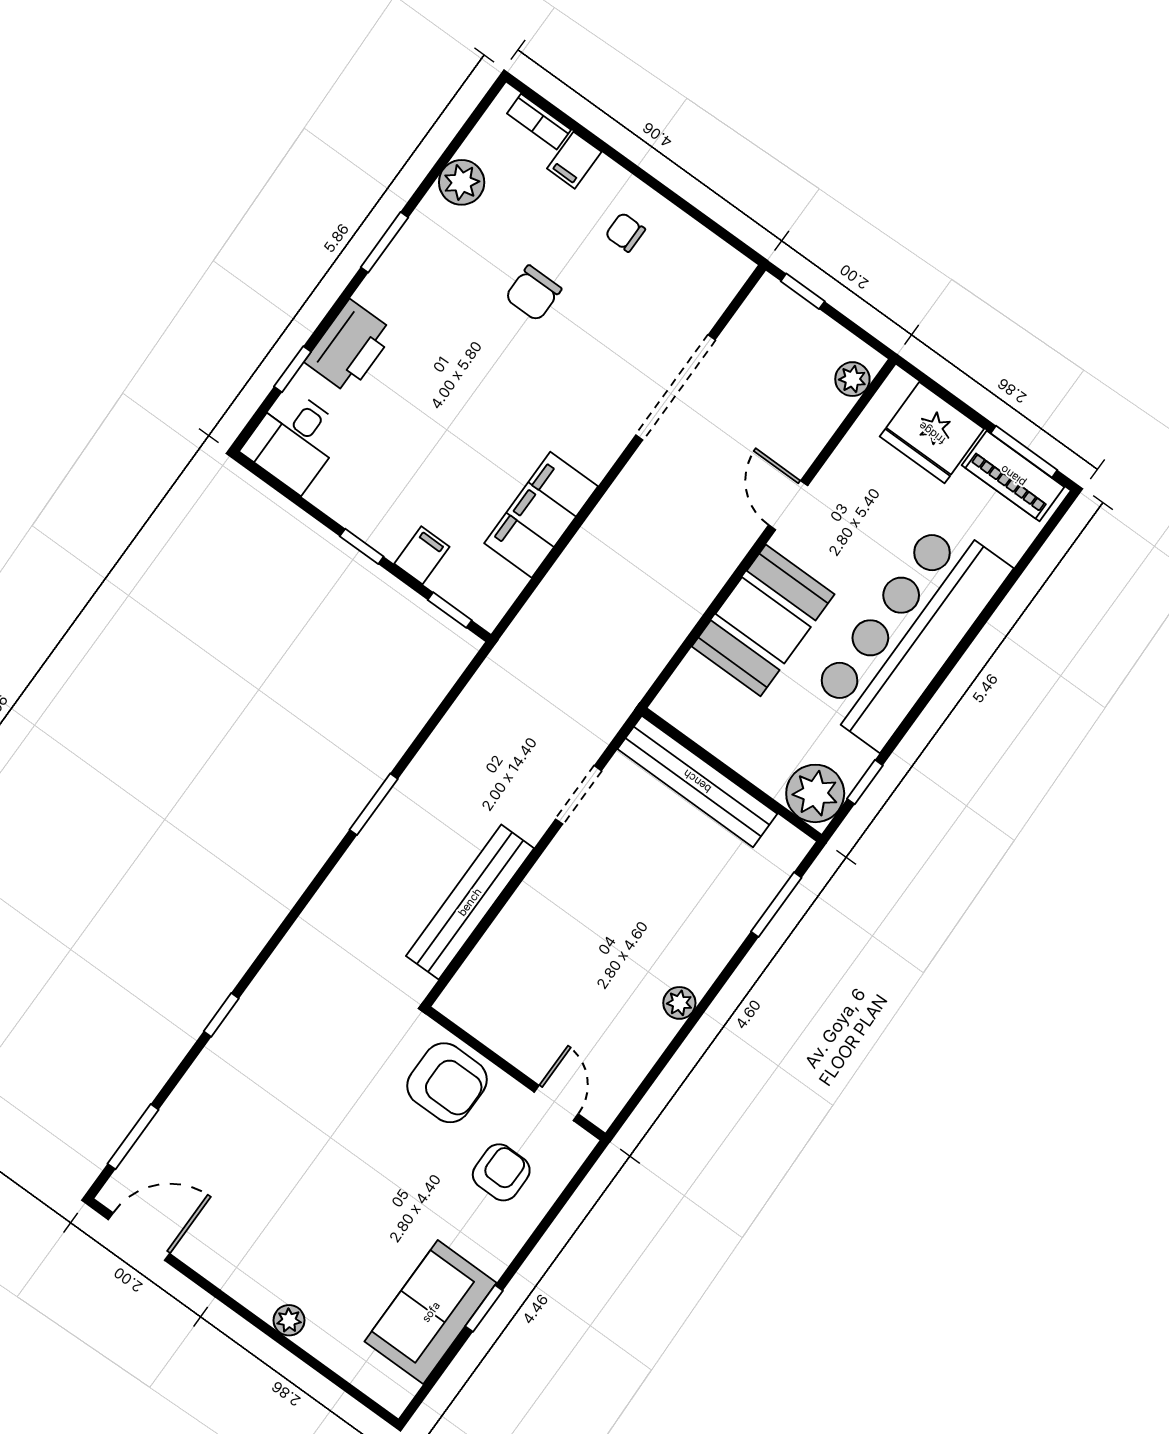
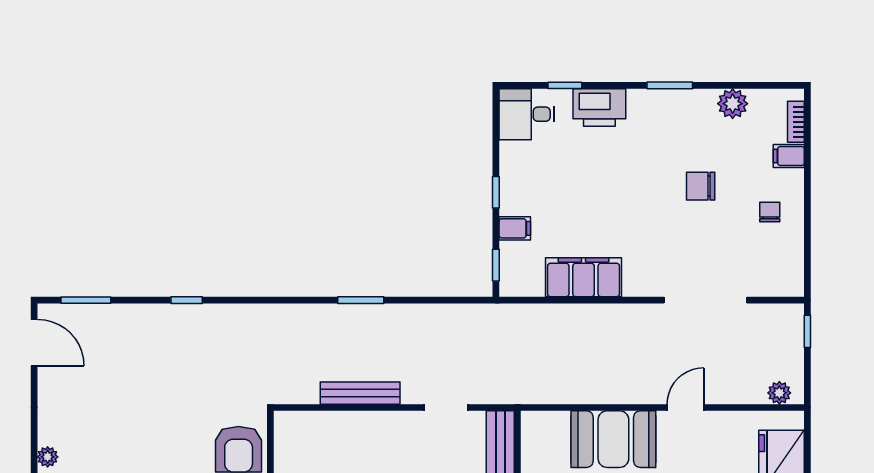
bench: (470, 902) -> (360, 393), width x0.73, depth x0.82

